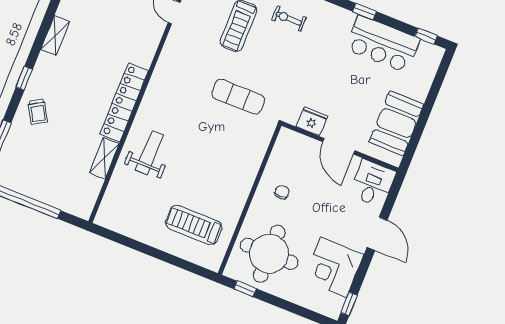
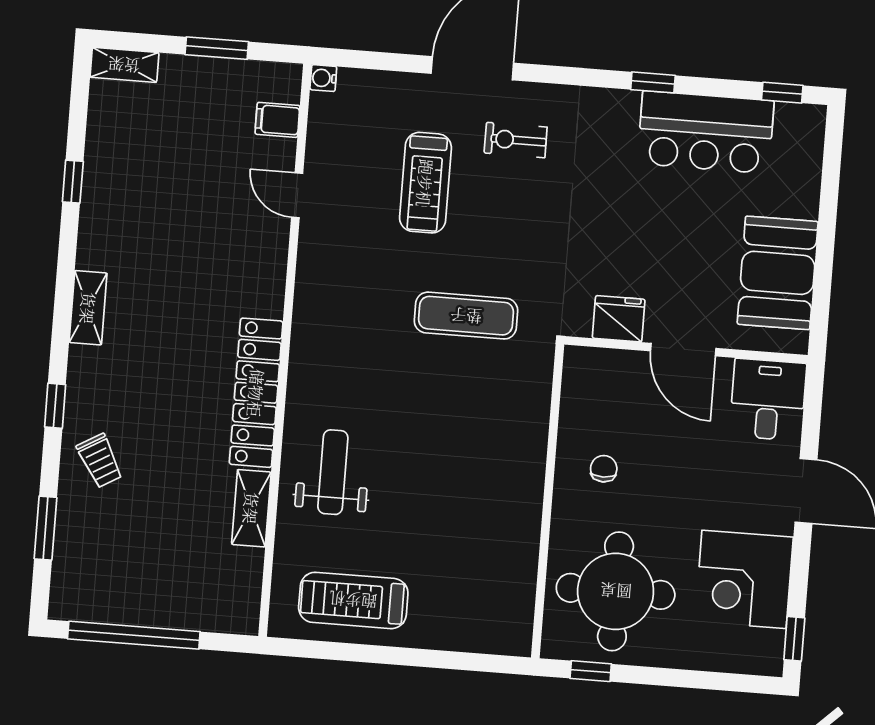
treadmill: (194, 225) -> (353, 600), moved

